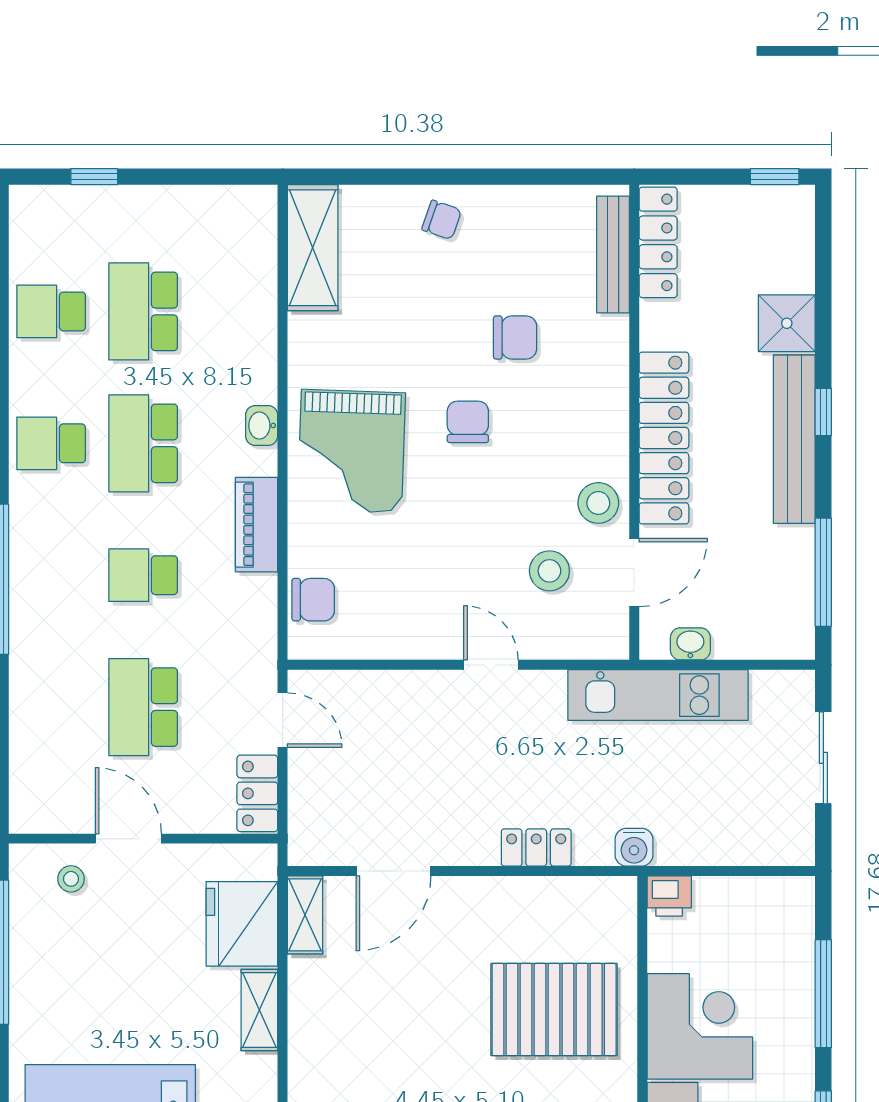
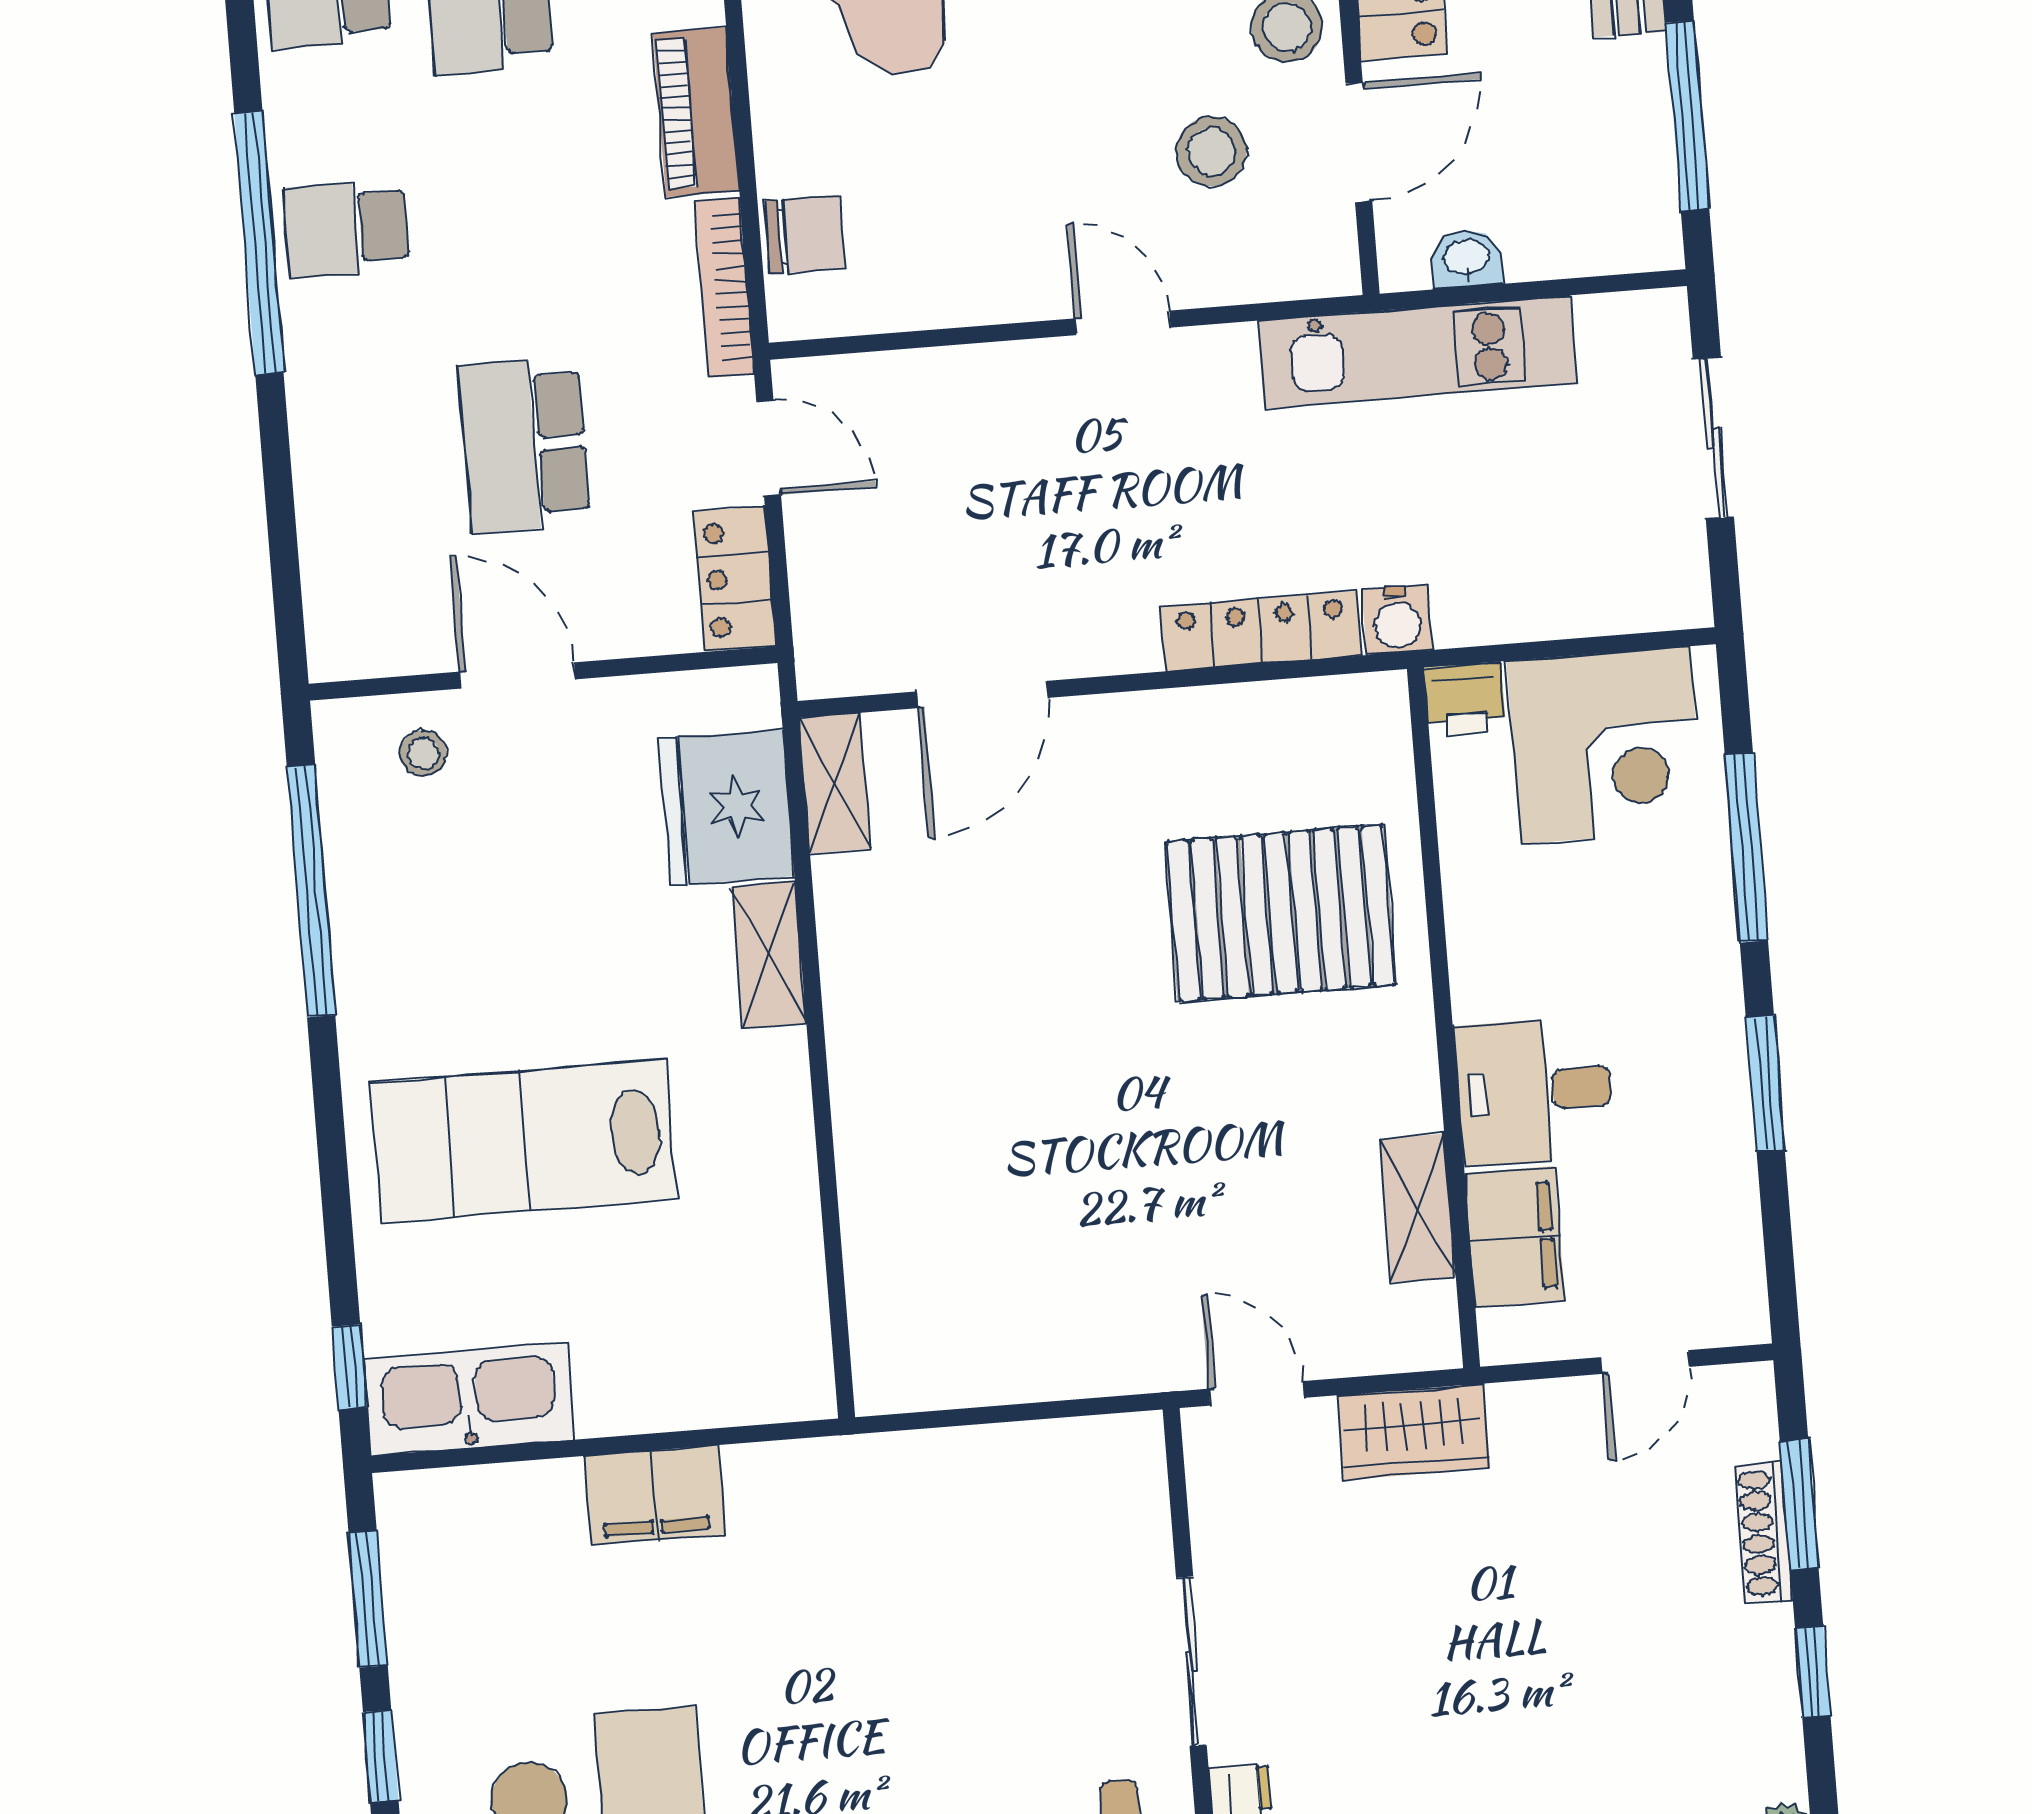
school desk: (143, 575) -> (346, 229), moved
bookcase: (265, 626) -> (724, 287), added
locker: (536, 847) -> (1261, 631), width x1.53
corner desk: (700, 1026) -> (1605, 745), moved, turned 90

